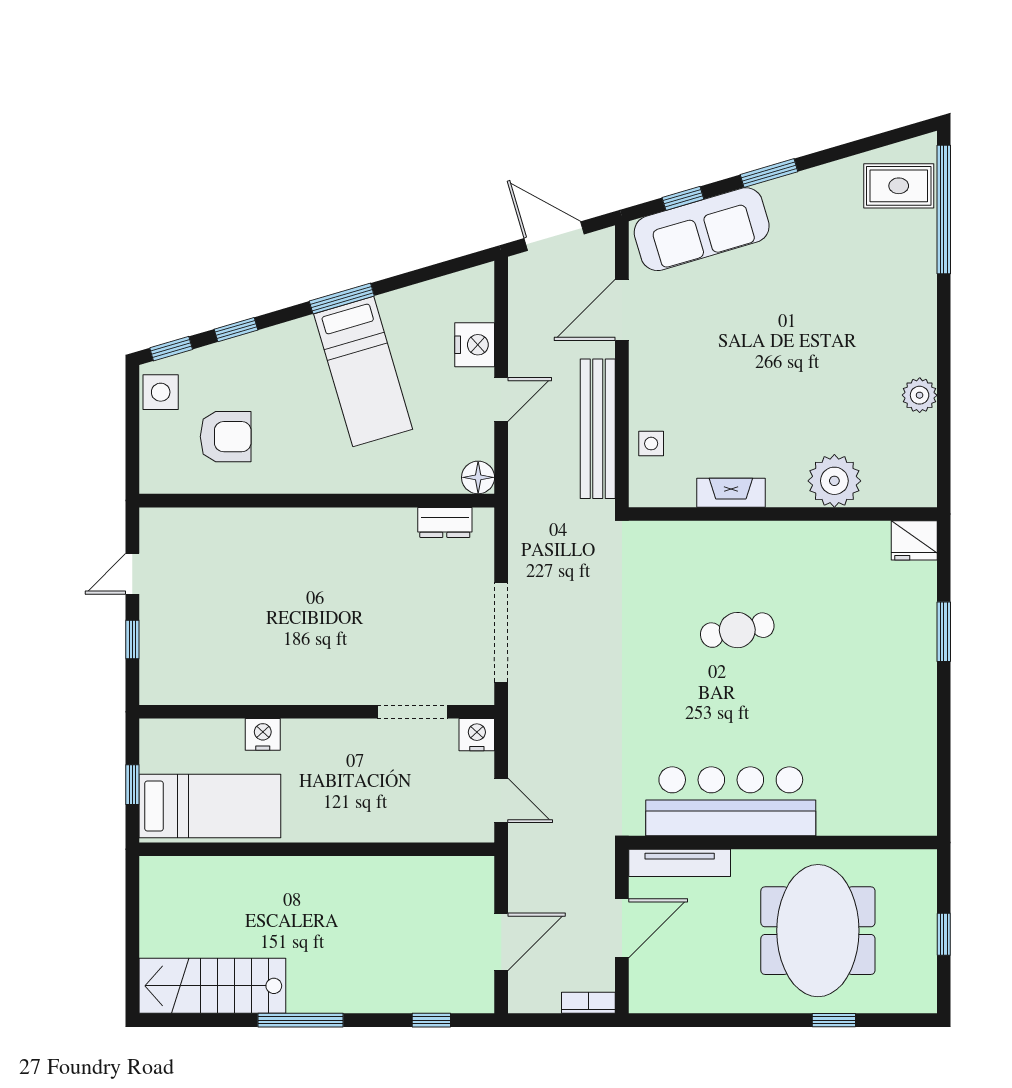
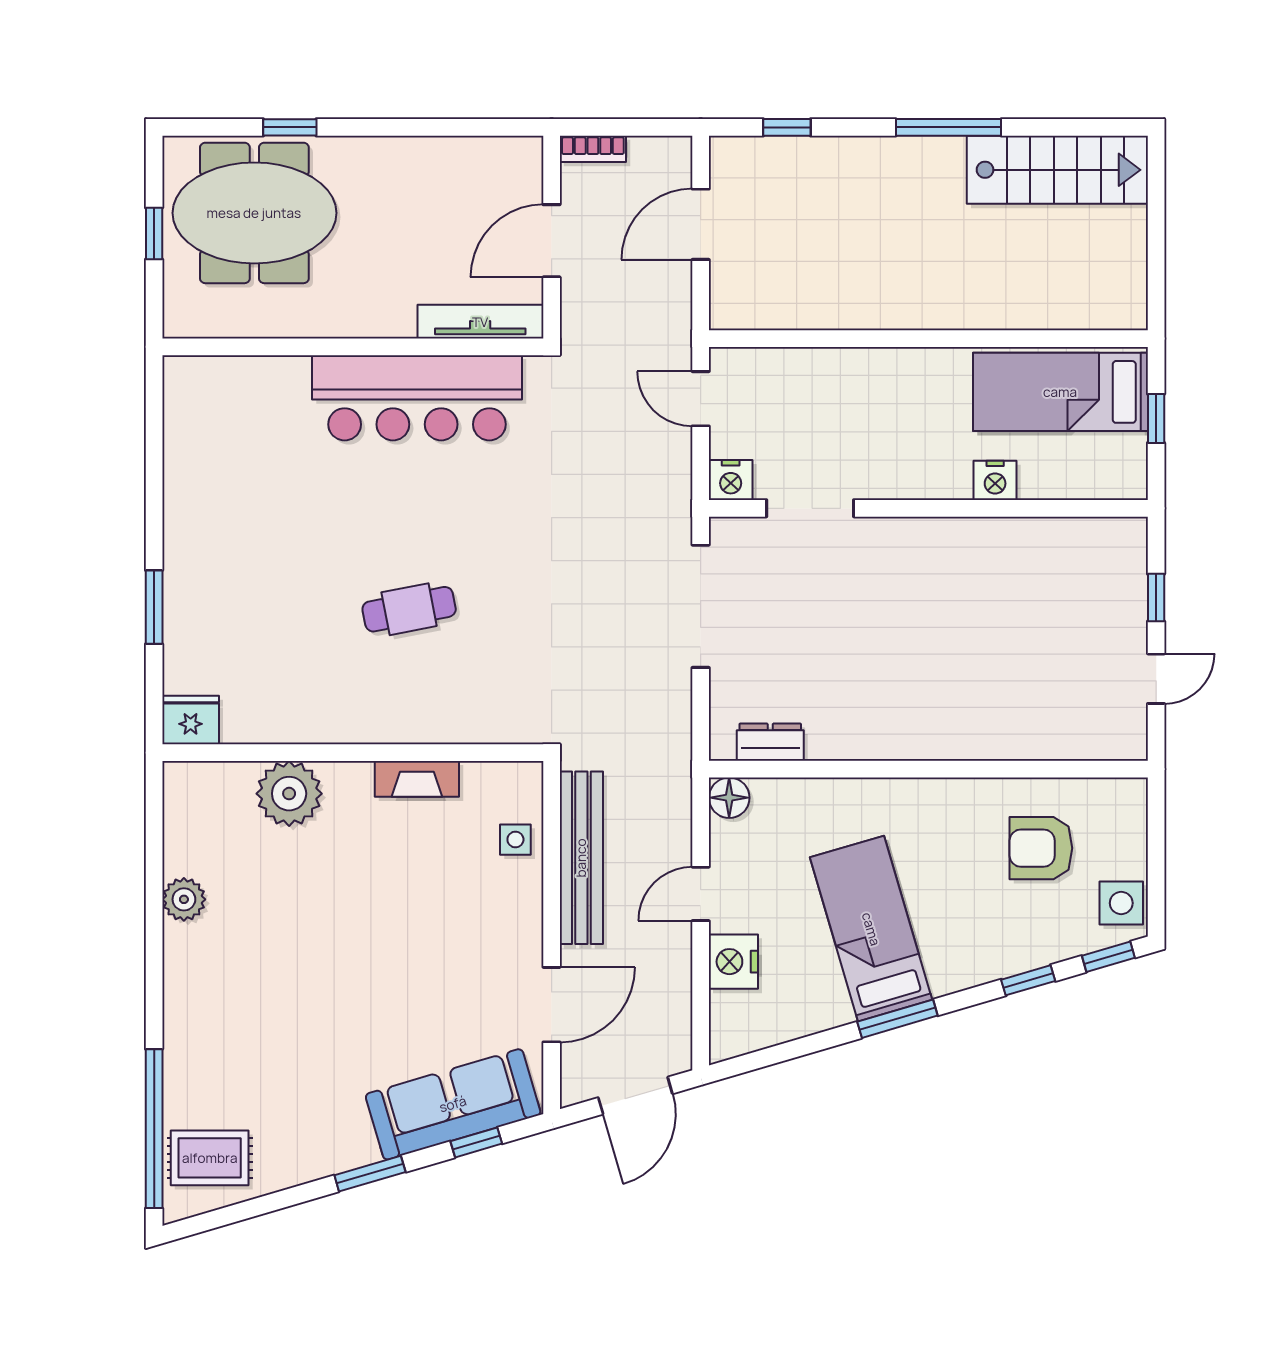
door: (554, 236) -> (635, 1096), hinge flipped
meeting table: (818, 931) -> (254, 213), moved, turned 90

